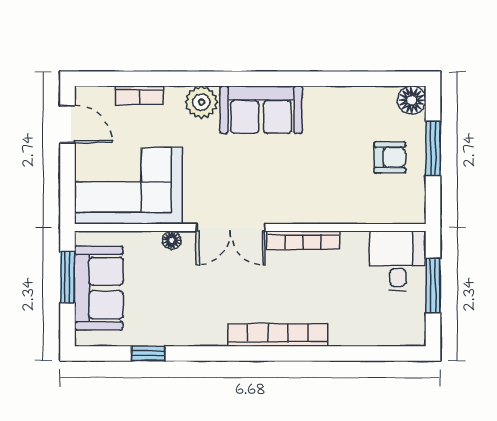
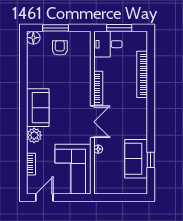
window: (67, 277) -> (115, 197), removed
sofa: (99, 288) -> (136, 159), moved, turned -90
bookcase: (278, 335) -> (142, 74), moved

